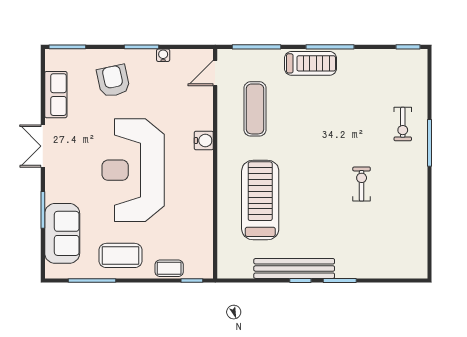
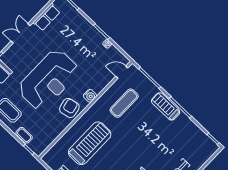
treadmill: (311, 63) -> (166, 106), turned 180
armchair: (113, 81) -> (69, 108), moved
reception desk: (133, 170) -> (48, 80), turned 180

